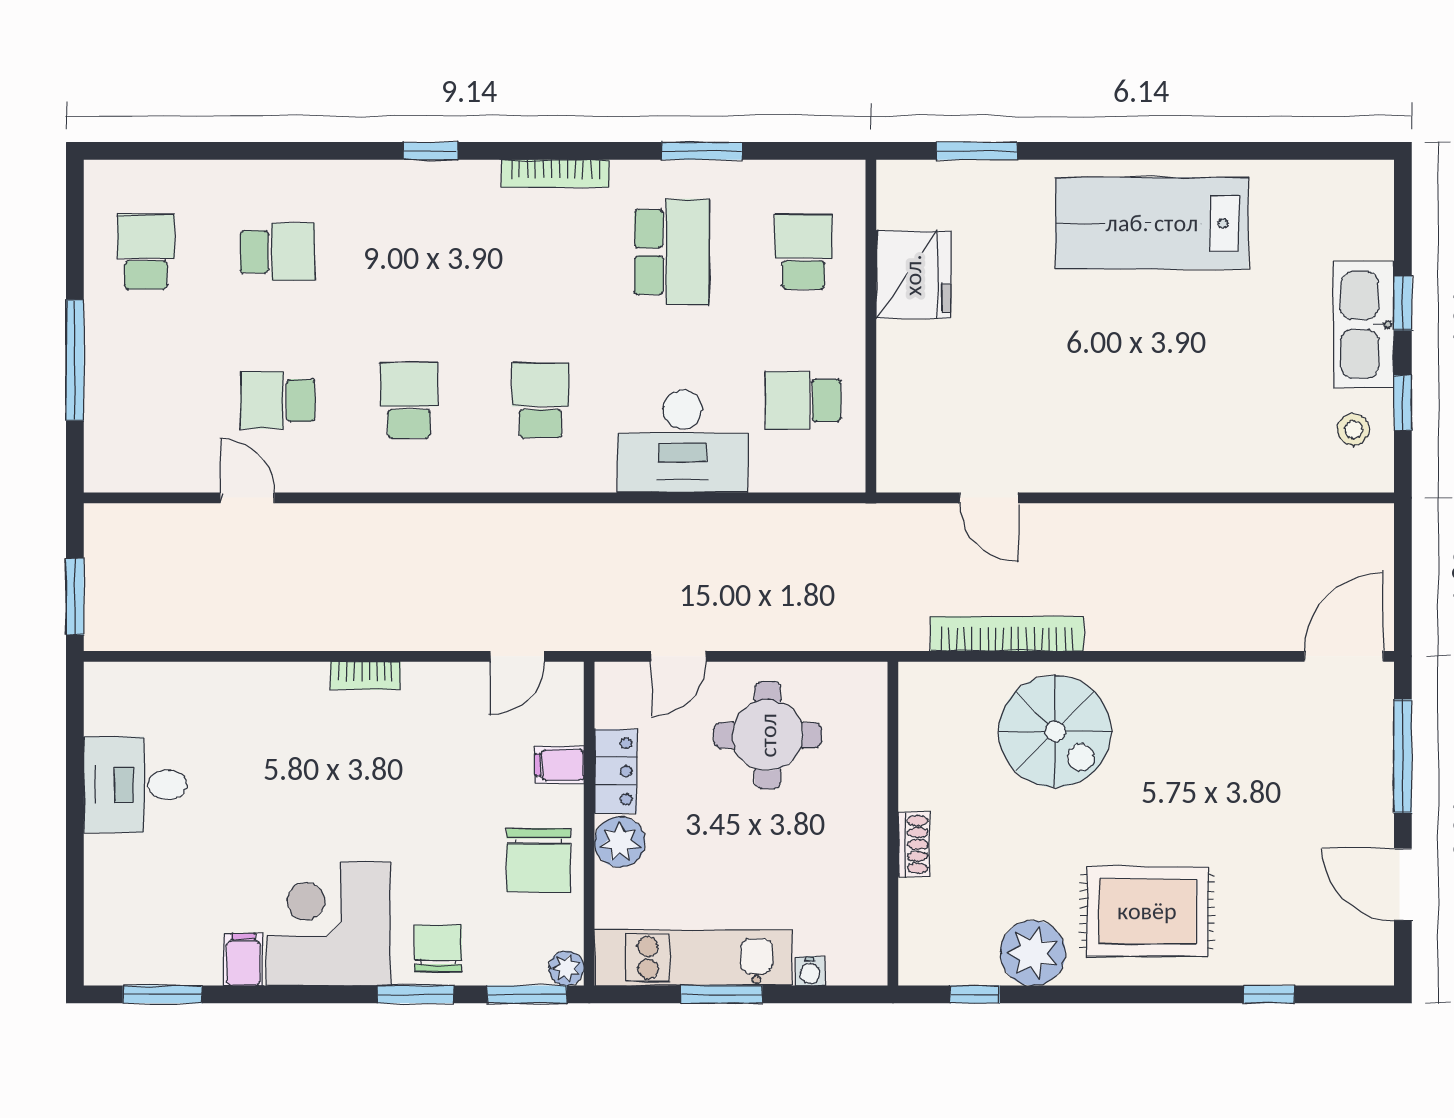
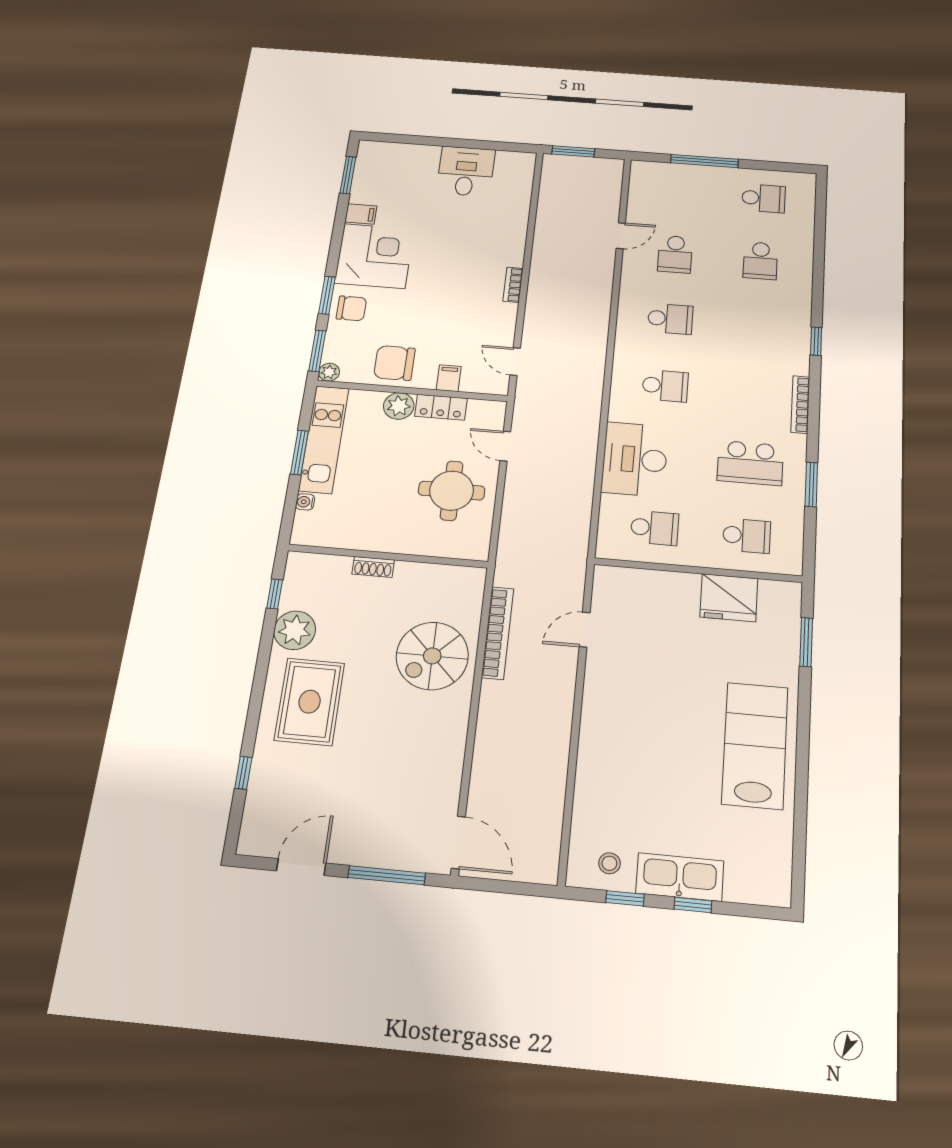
school desk: (277, 400) -> (675, 254), turned 180
school desk: (803, 400) -> (655, 528), turned 90

